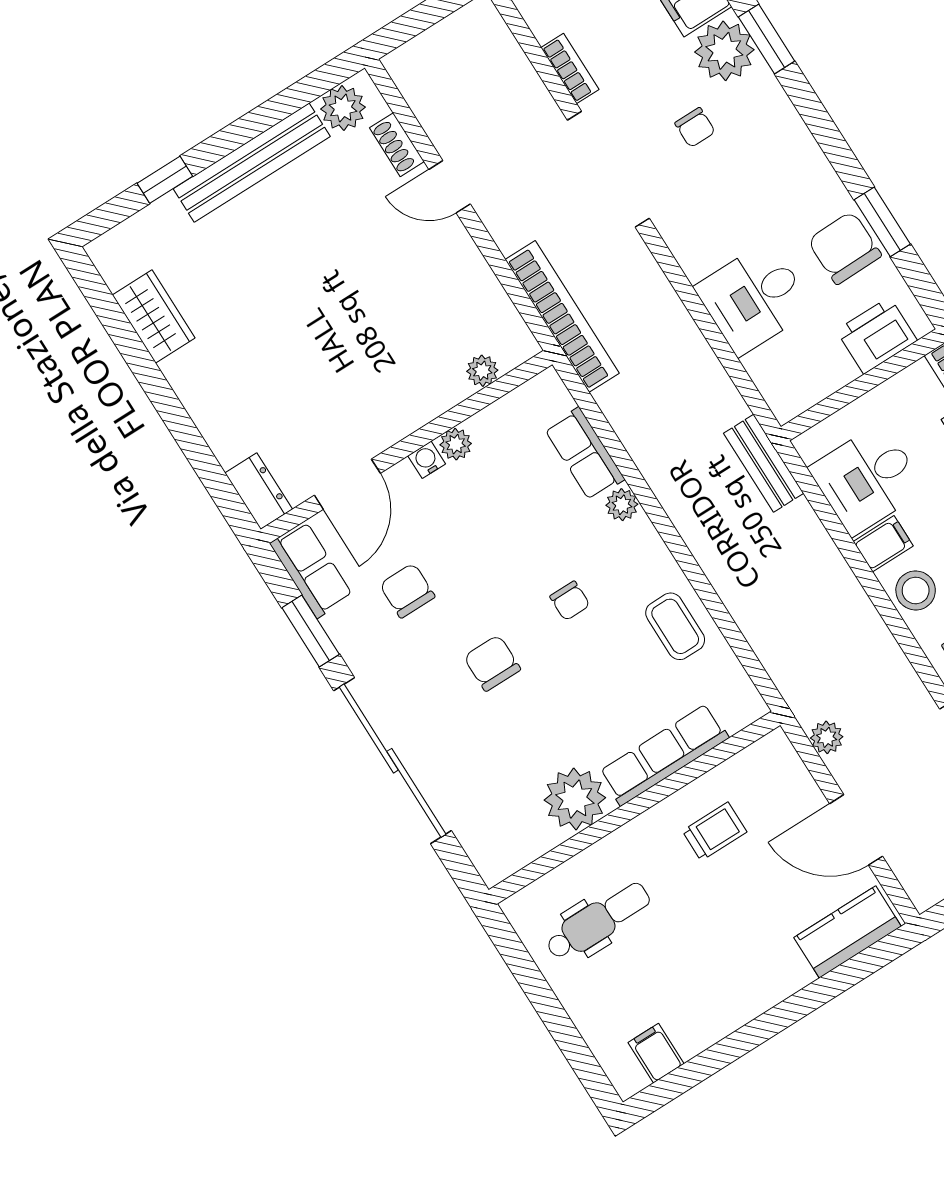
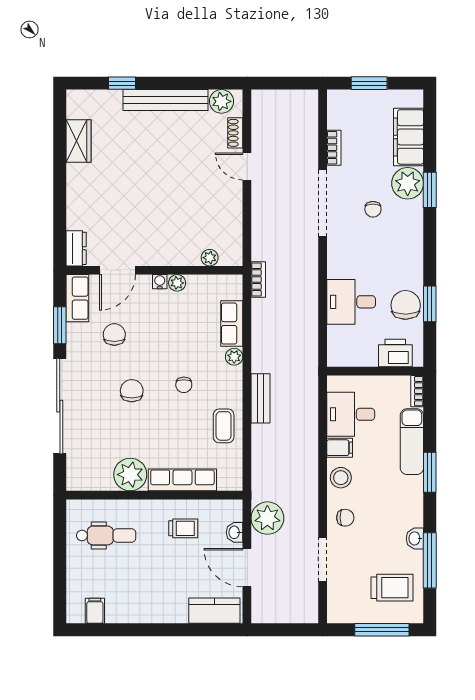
bookcase: (562, 316) -> (258, 279), width x0.43, depth x0.76
bench: (764, 463) -> (261, 398), moved
plant: (827, 737) -> (267, 518), width x1.88, depth x1.88
washbasin: (801, 786) -> (235, 532), added

